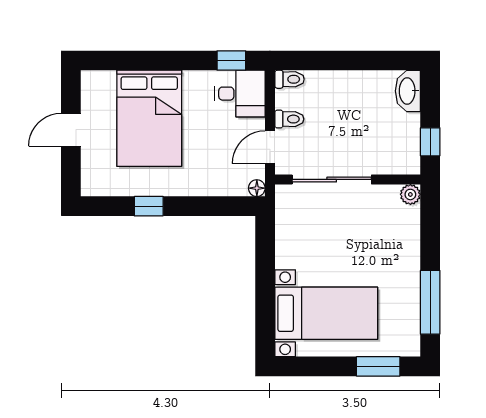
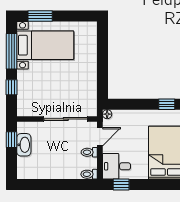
washbasin: (408, 91) -> (24, 145), moved
plant: (410, 194) -> (22, 111), removed
window: (430, 237) -> (12, 87), added
bed with nightstands: (326, 313) -> (45, 45), moved, turned 180

